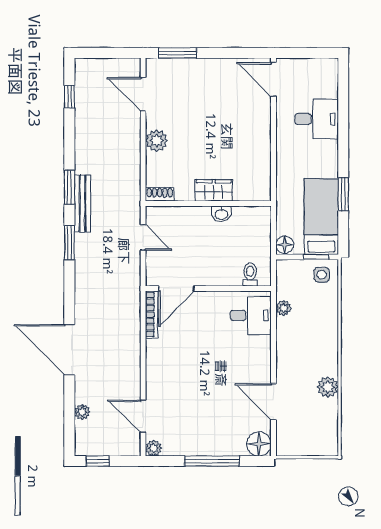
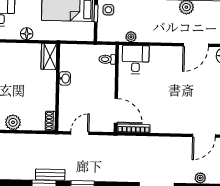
wardrobe: (214, 190) -> (49, 57), moved
bench: (82, 203) -> (50, 175), width x0.73
floor lamp: (285, 245) -> (27, 34), moved

